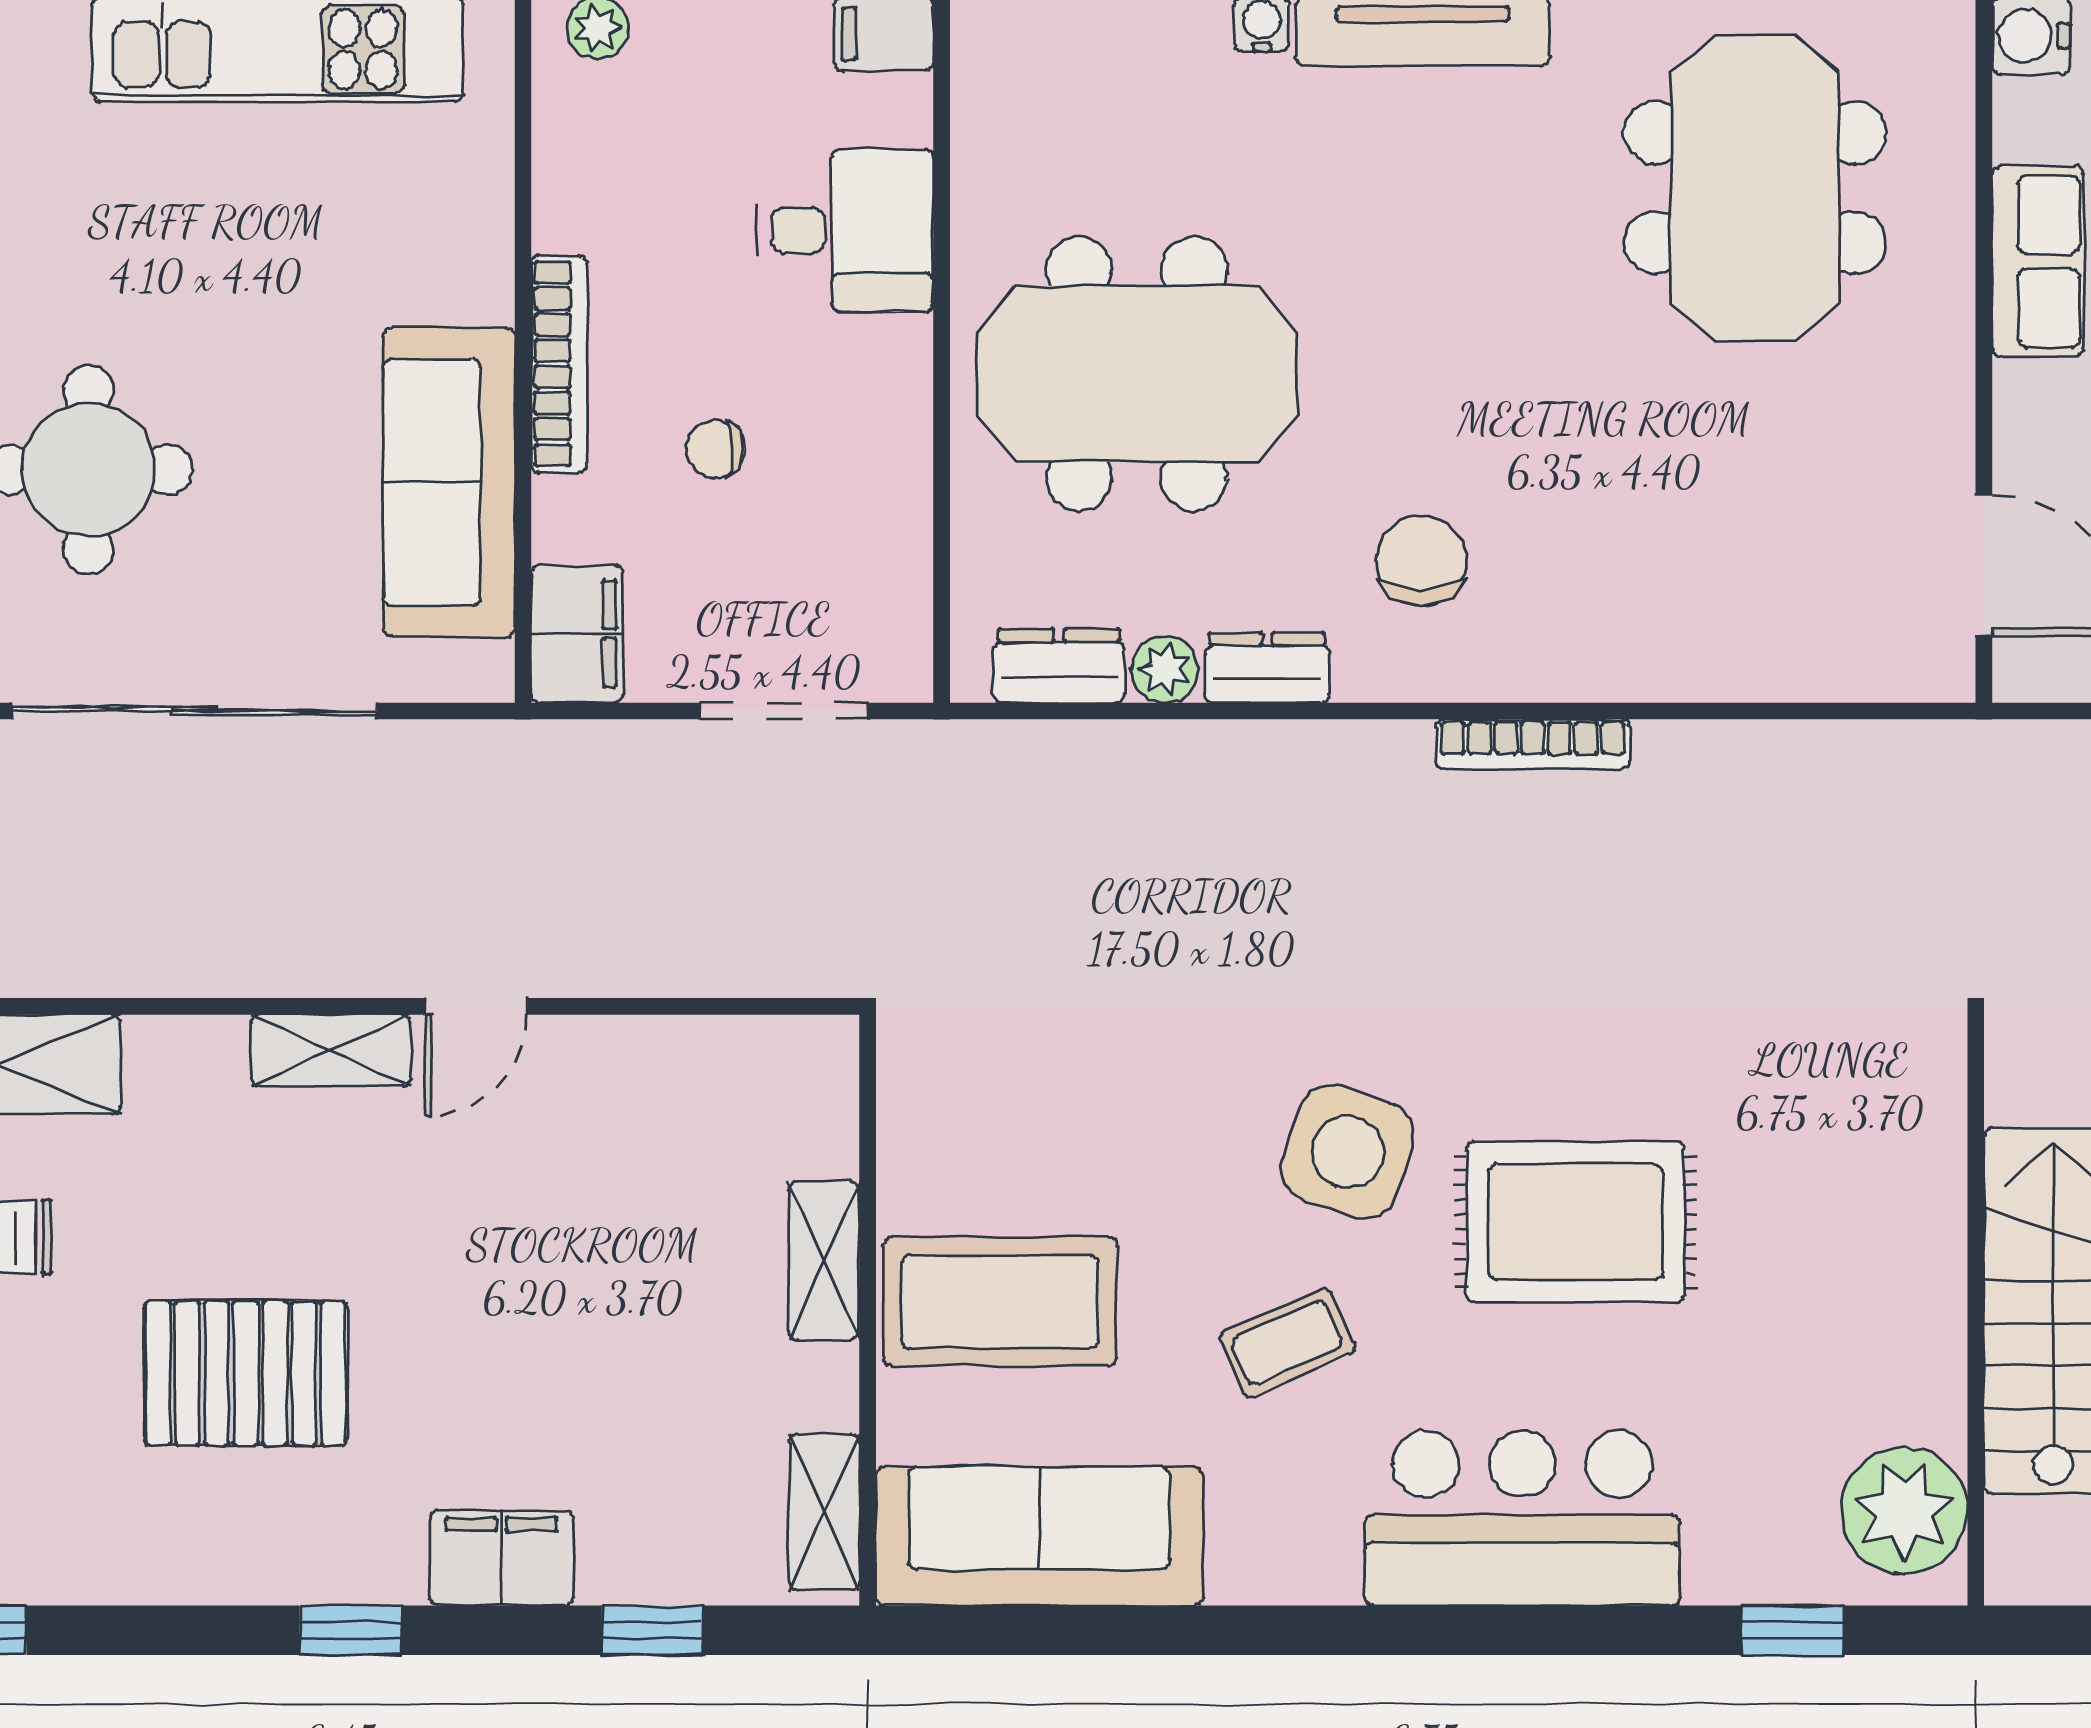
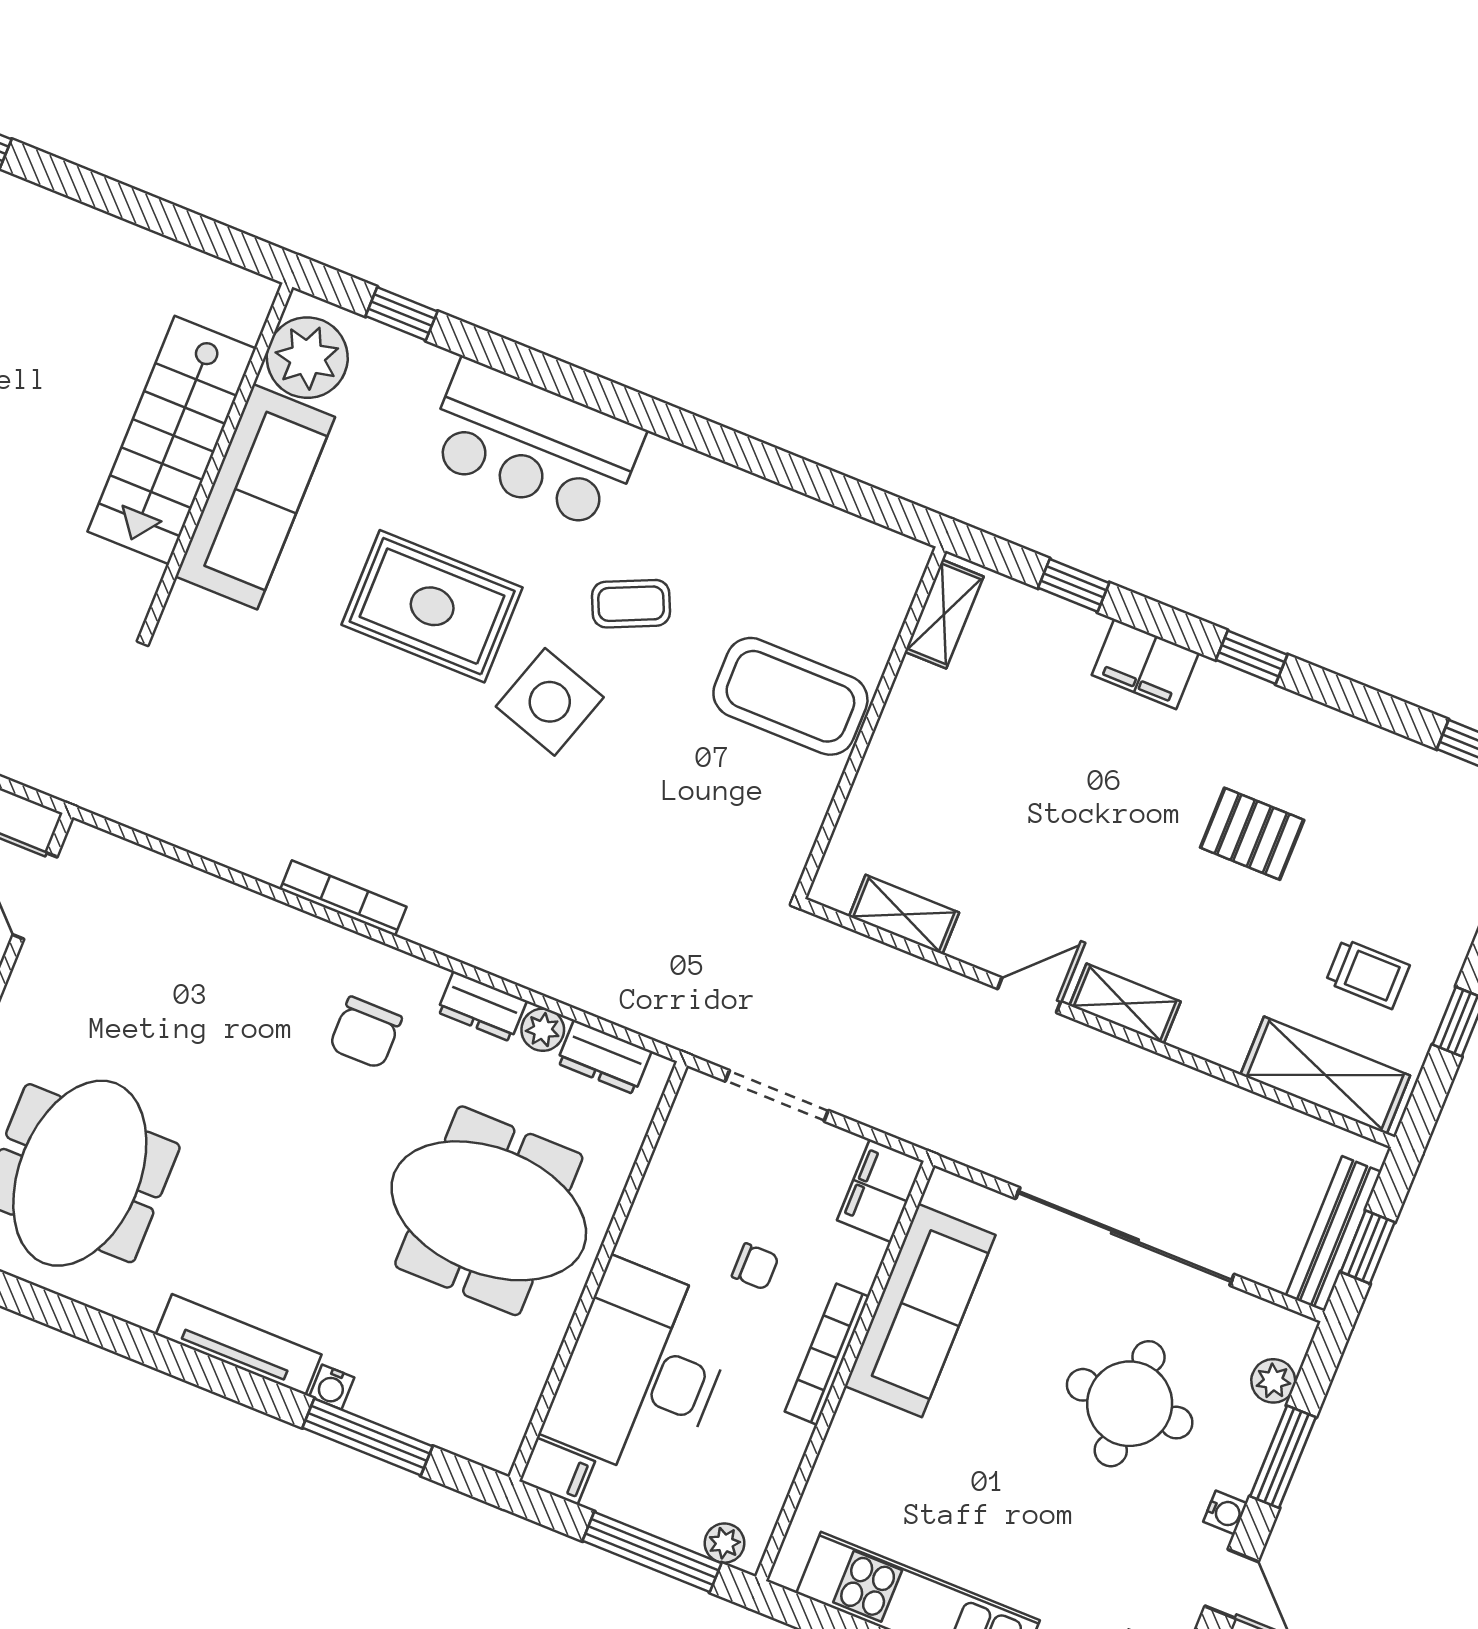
desk: (846, 230) -> (642, 1371), width x1.87, depth x1.30
shelving: (824, 1260) -> (904, 915), moved, turned 90
pallet: (246, 1373) -> (1252, 834), width x0.67, depth x0.71
sofa: (1039, 1536) -> (255, 497), moved, turned -90

